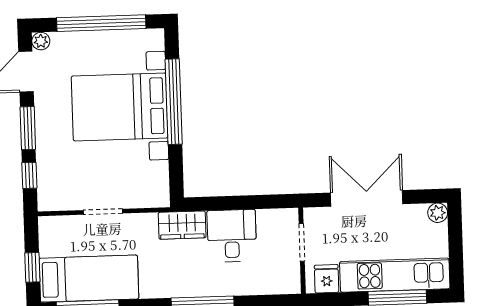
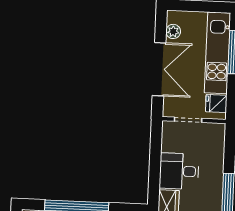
double door: (367, 198) -> (159, 69), swing flipped
plant: (438, 213) -> (173, 31), moved

